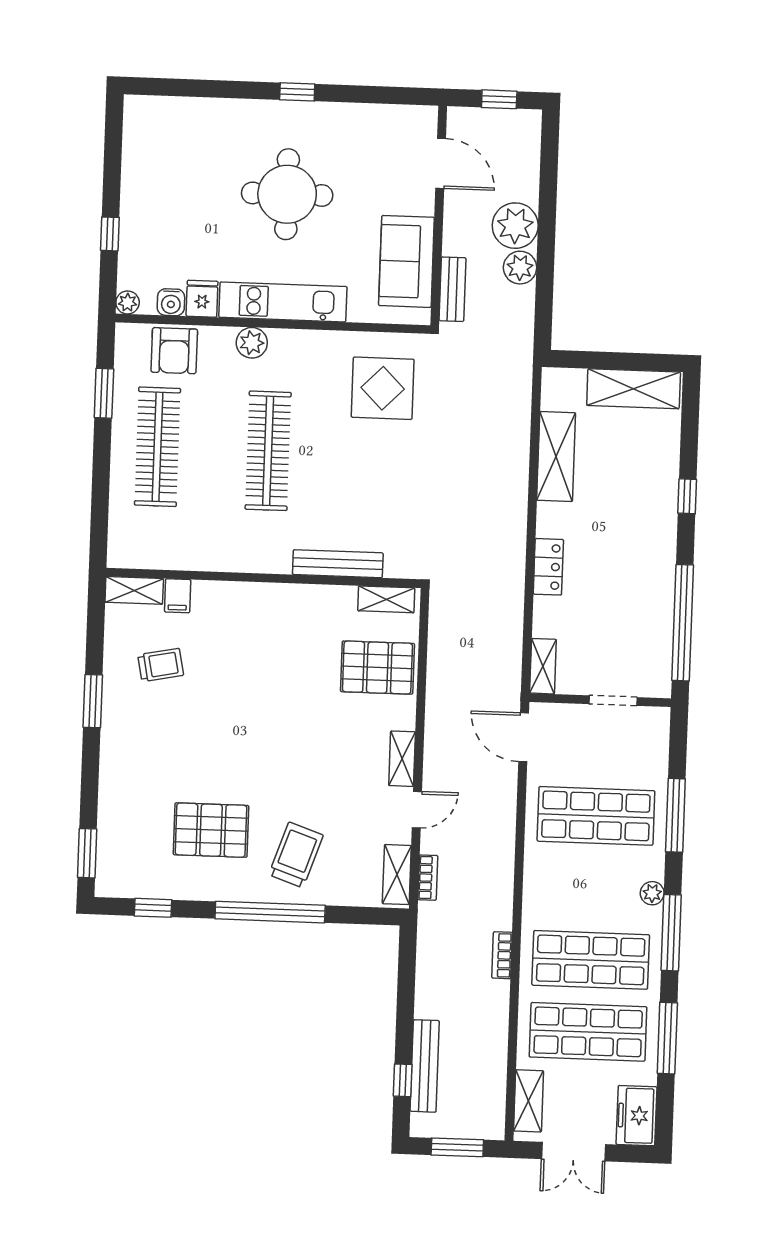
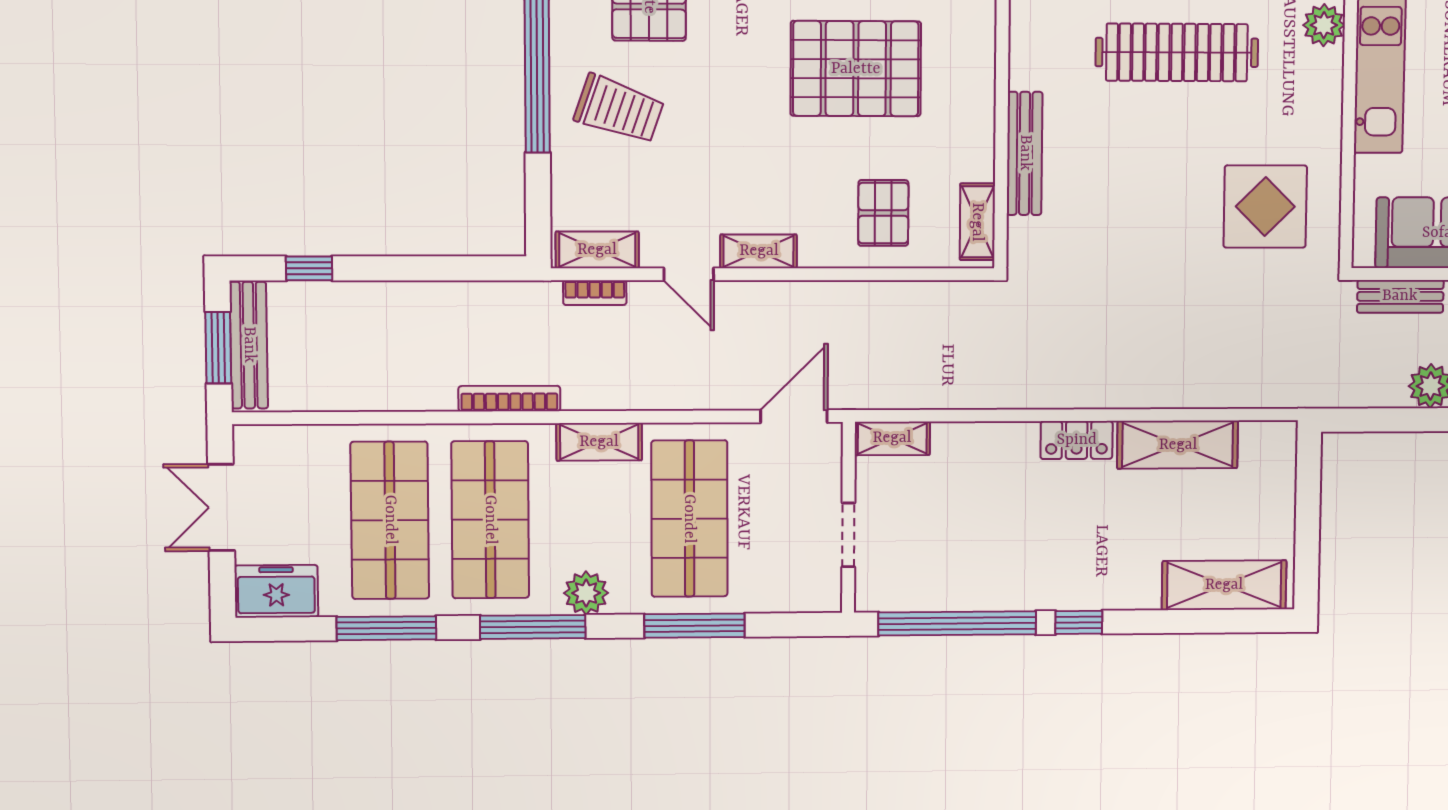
shelving: (634, 389) -> (1224, 585), moved, turned 90
window: (687, 496) -> (1079, 622), moved
locker: (548, 567) -> (1077, 440), moved
pallet: (377, 668) -> (883, 213), width x0.67, depth x0.71
pallet: (272, 684) -> (856, 69), added
plant: (652, 893) -> (586, 593), width x1.38, depth x1.38
bookcase: (502, 955) -> (509, 399), width x1.56
bench: (425, 1066) -> (249, 345), moved, turned 90
shelving: (529, 1101) -> (599, 442), moved

